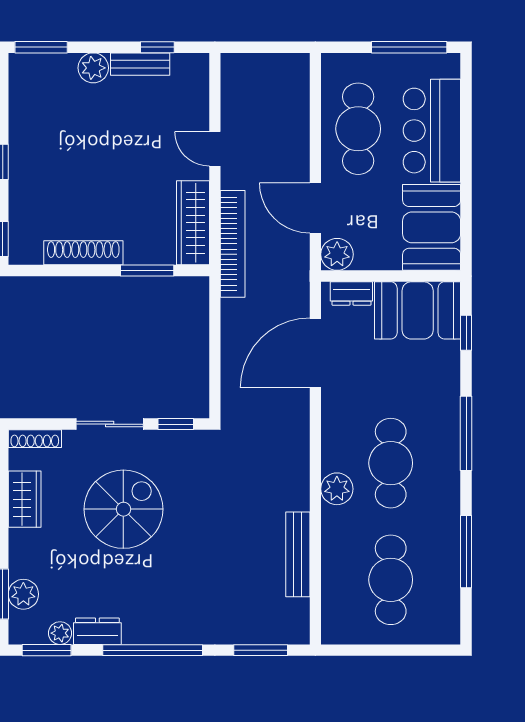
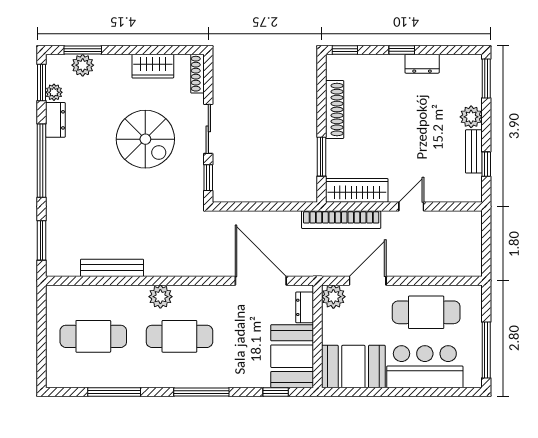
dresser: (21, 134) -> (422, 64), added

